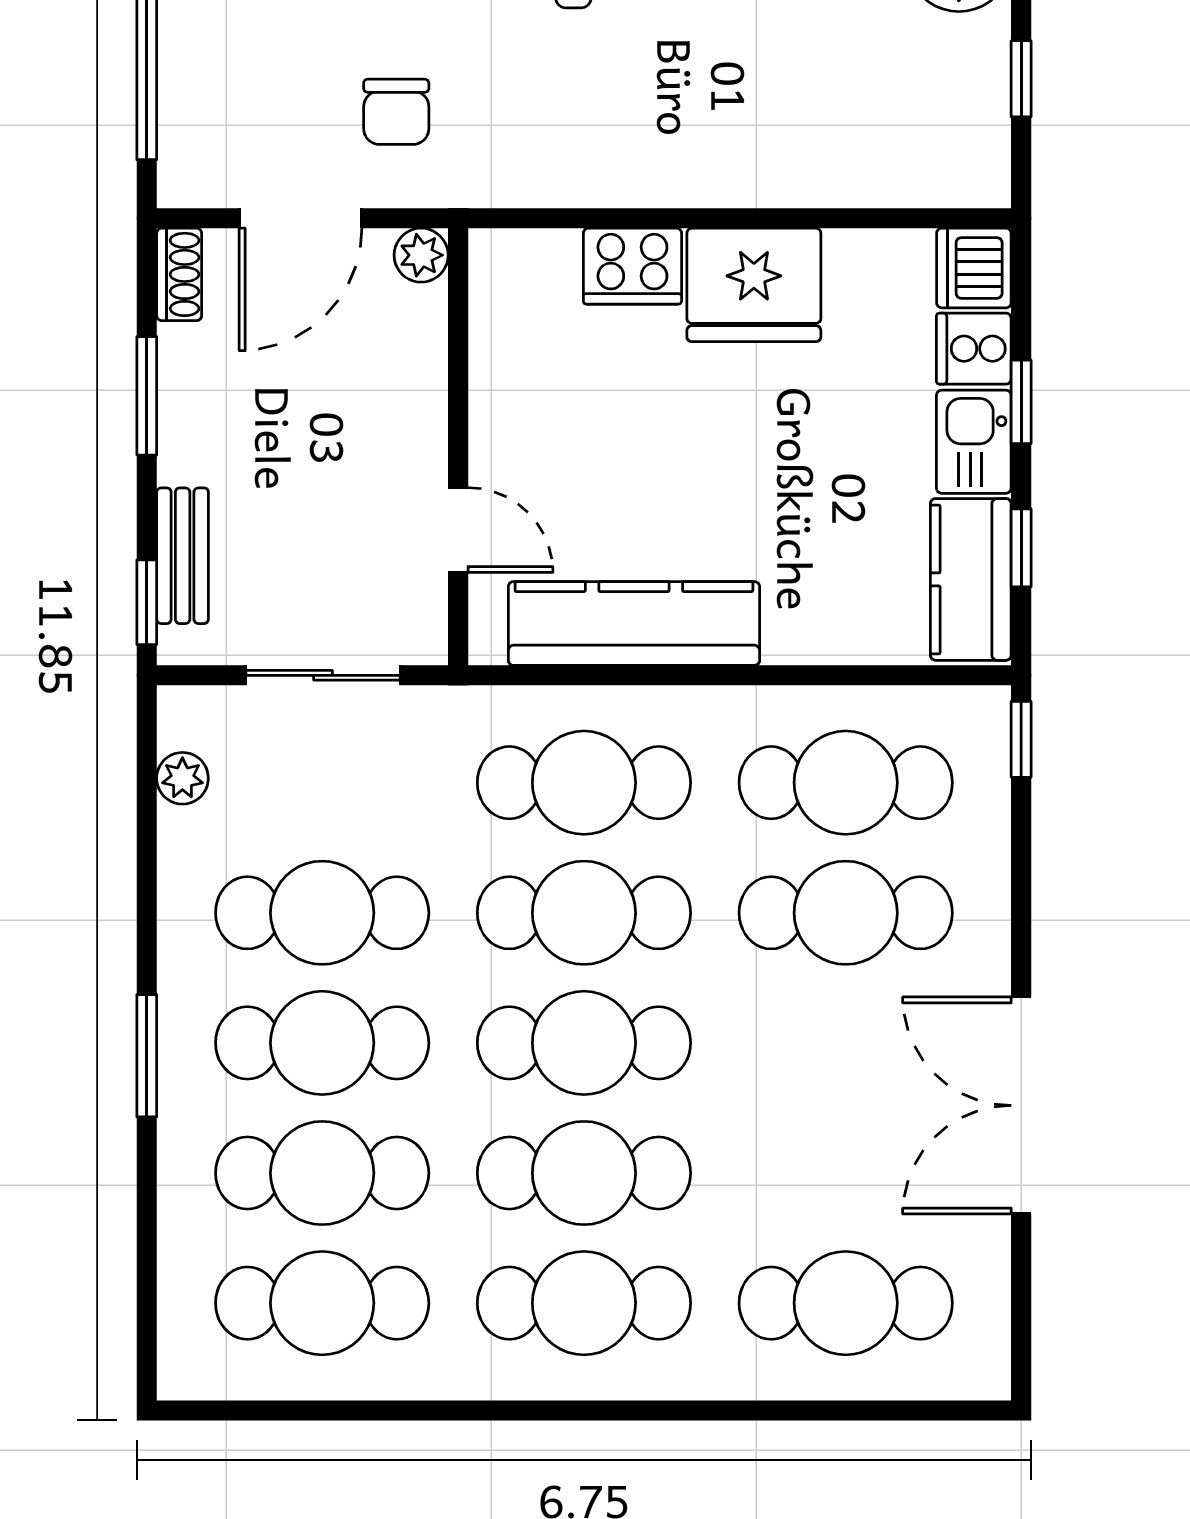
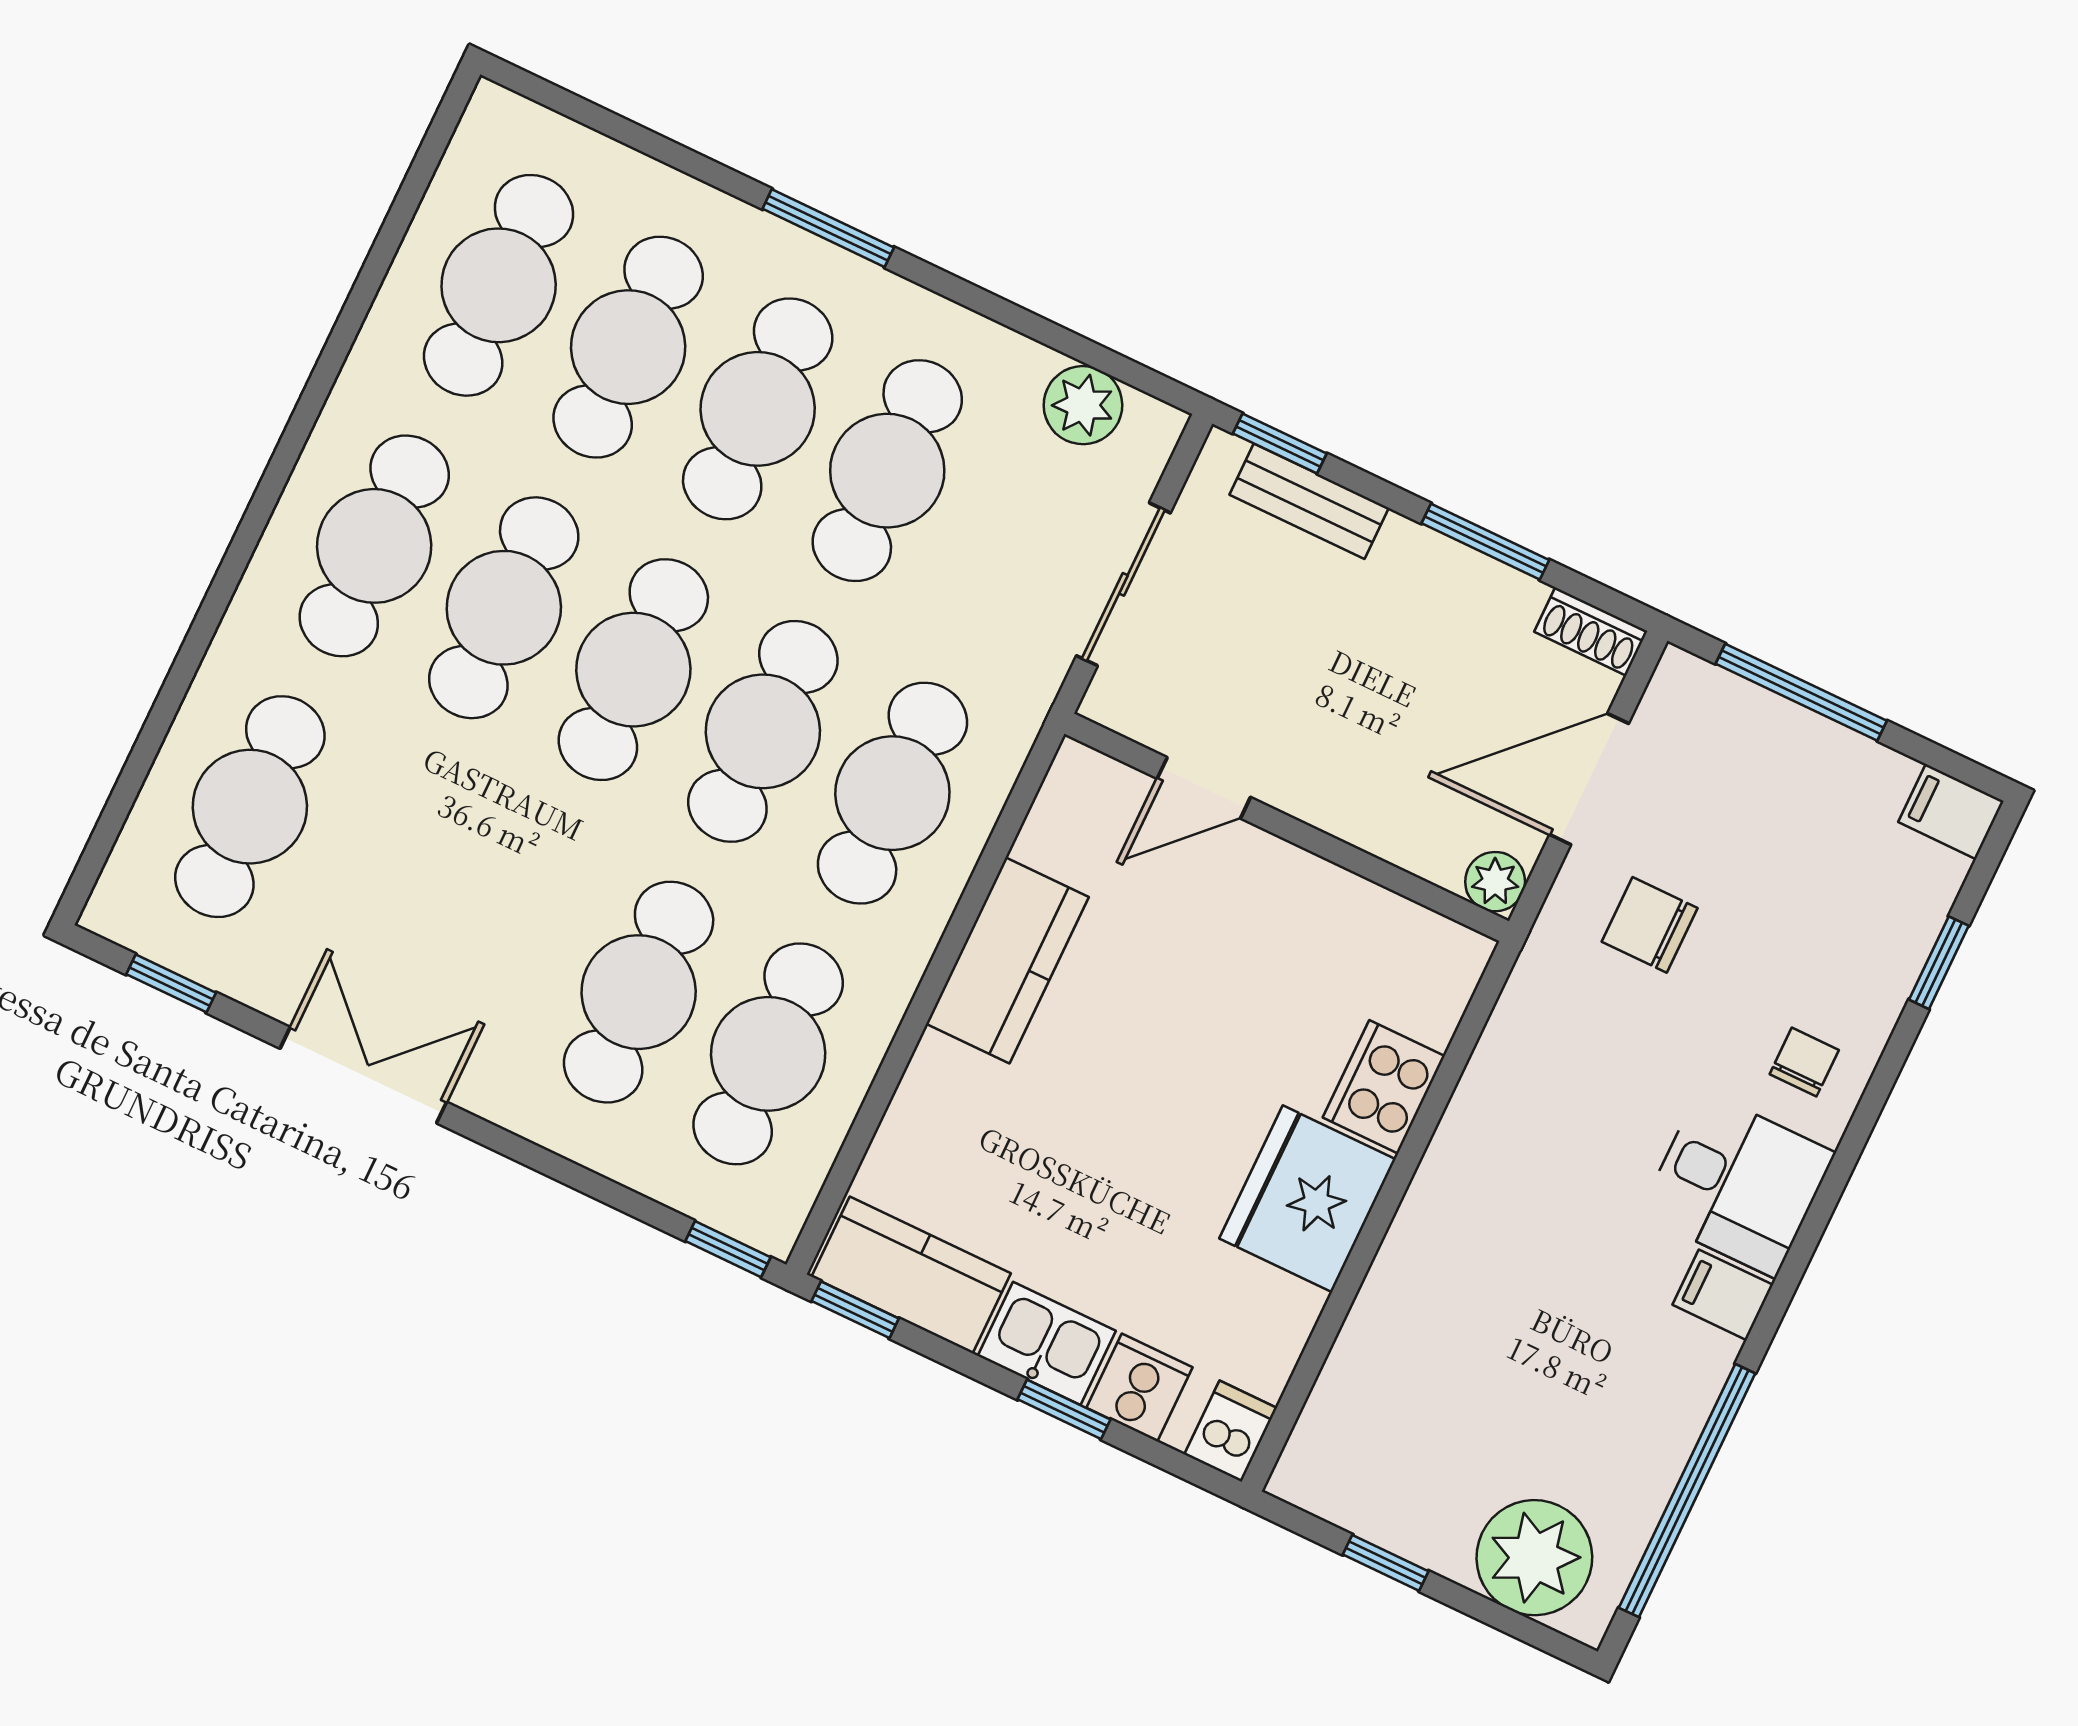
door: (301, 218) -> (1589, 779), hinge flipped
dishwasher: (974, 268) -> (1231, 1431), width x0.73
window: (1021, 548) -> (855, 1310), moved
kitchen counter: (634, 623) -> (1007, 960), width x0.67
plant: (182, 778) -> (1083, 405), width x1.38, depth x1.38
double door: (1021, 1105) -> (363, 1075), width x0.73
window: (1021, 1299) -> (171, 983), added

